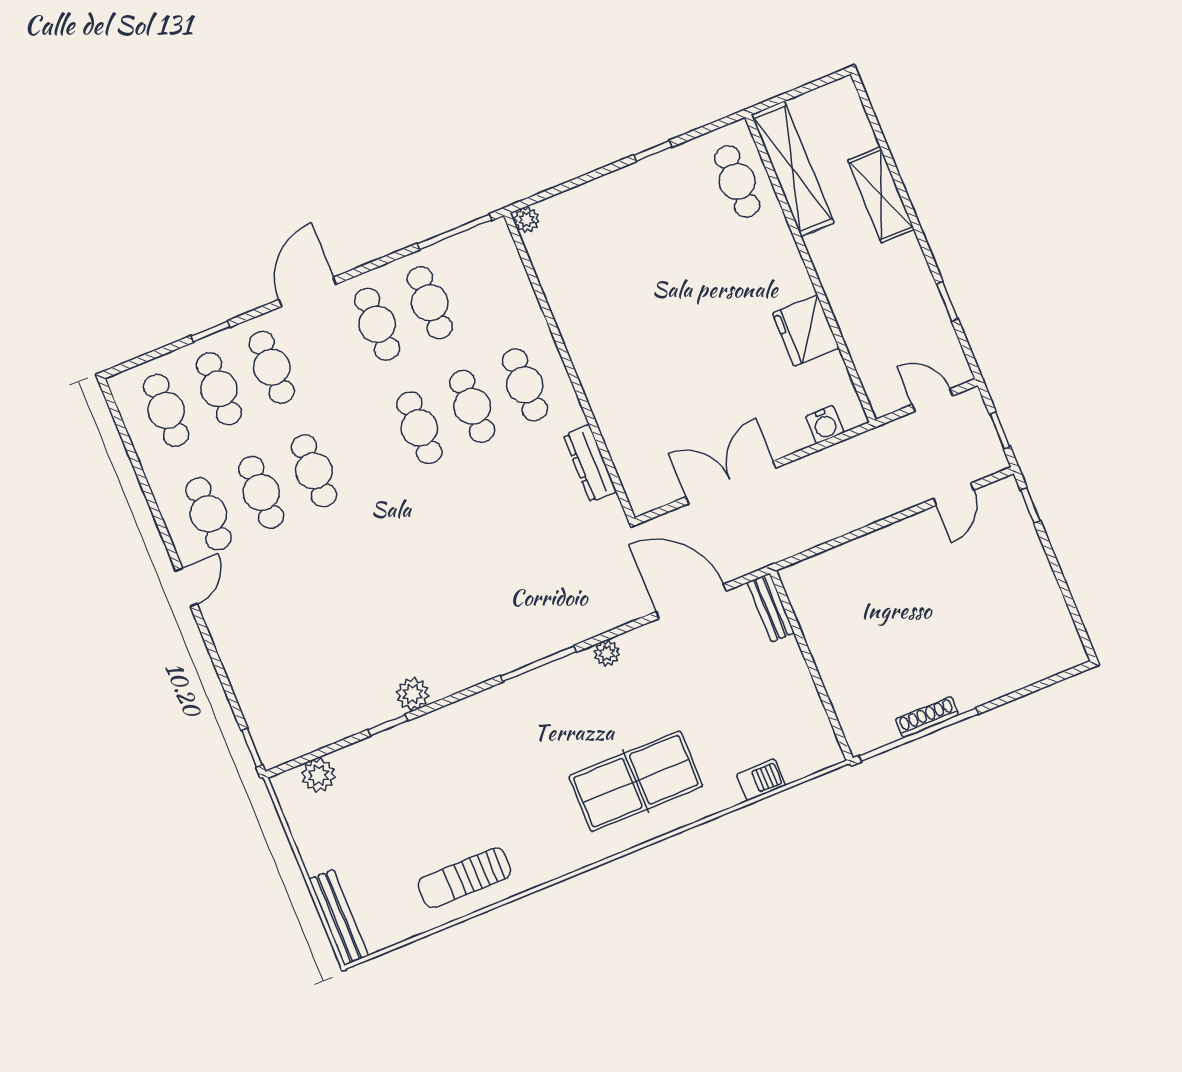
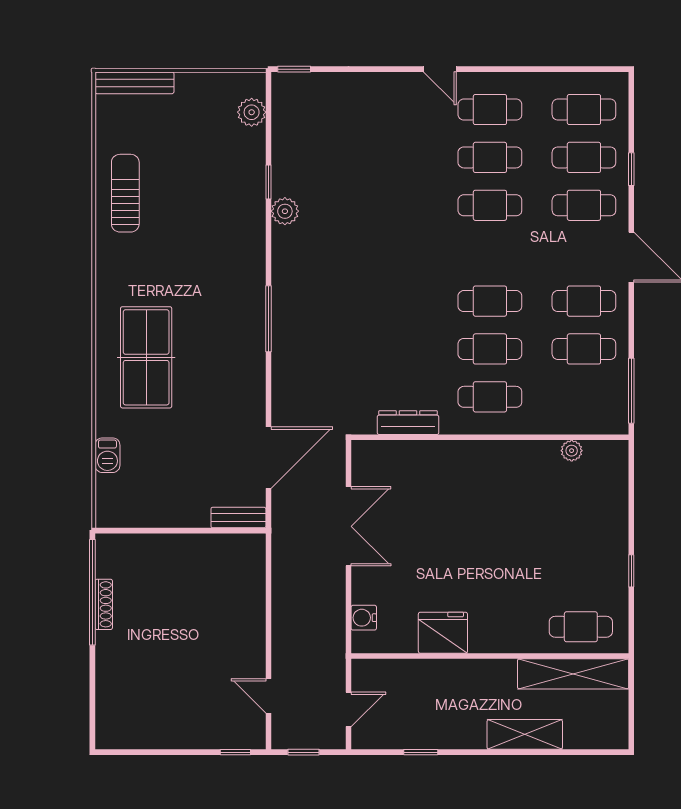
plant: (526, 220) -> (572, 451), moved
plant: (607, 653) -> (255, 375), removed

